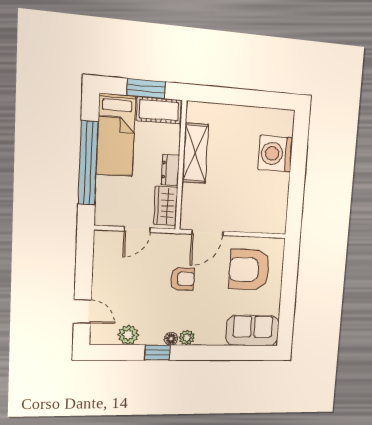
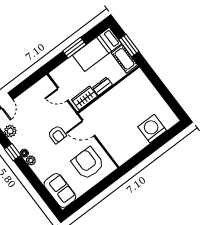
shelving: (195, 153) -> (120, 91), removed
window: (88, 163) -> (74, 48), width x0.47

